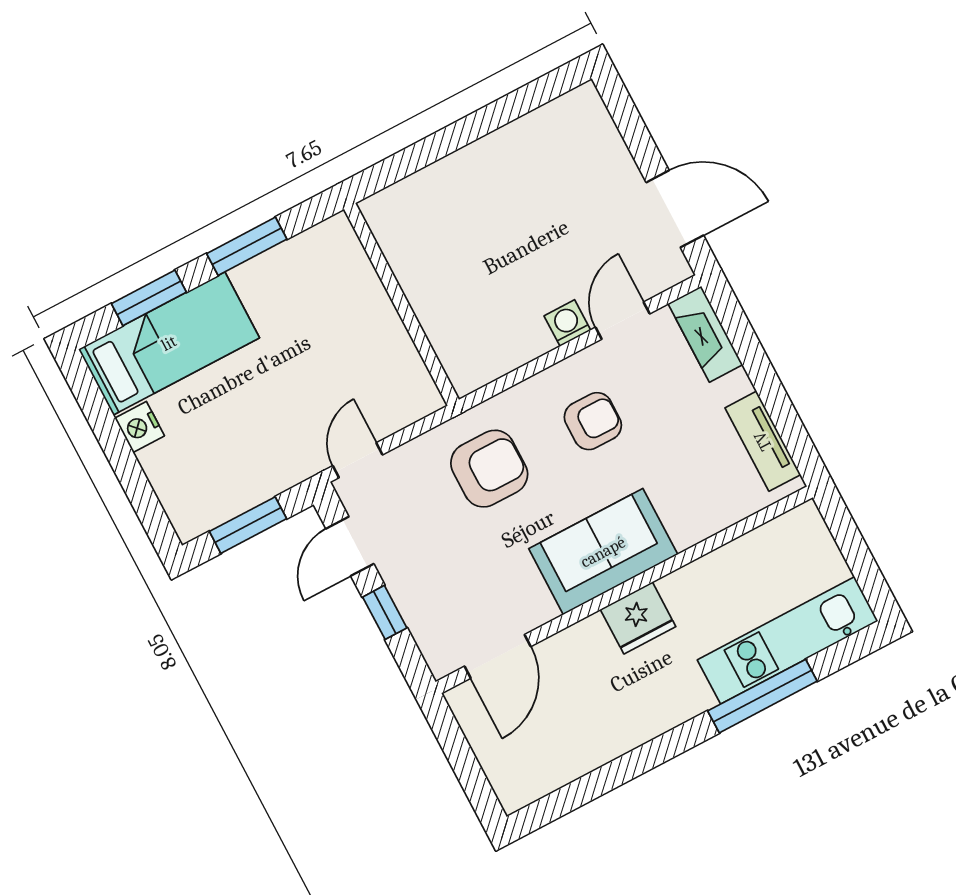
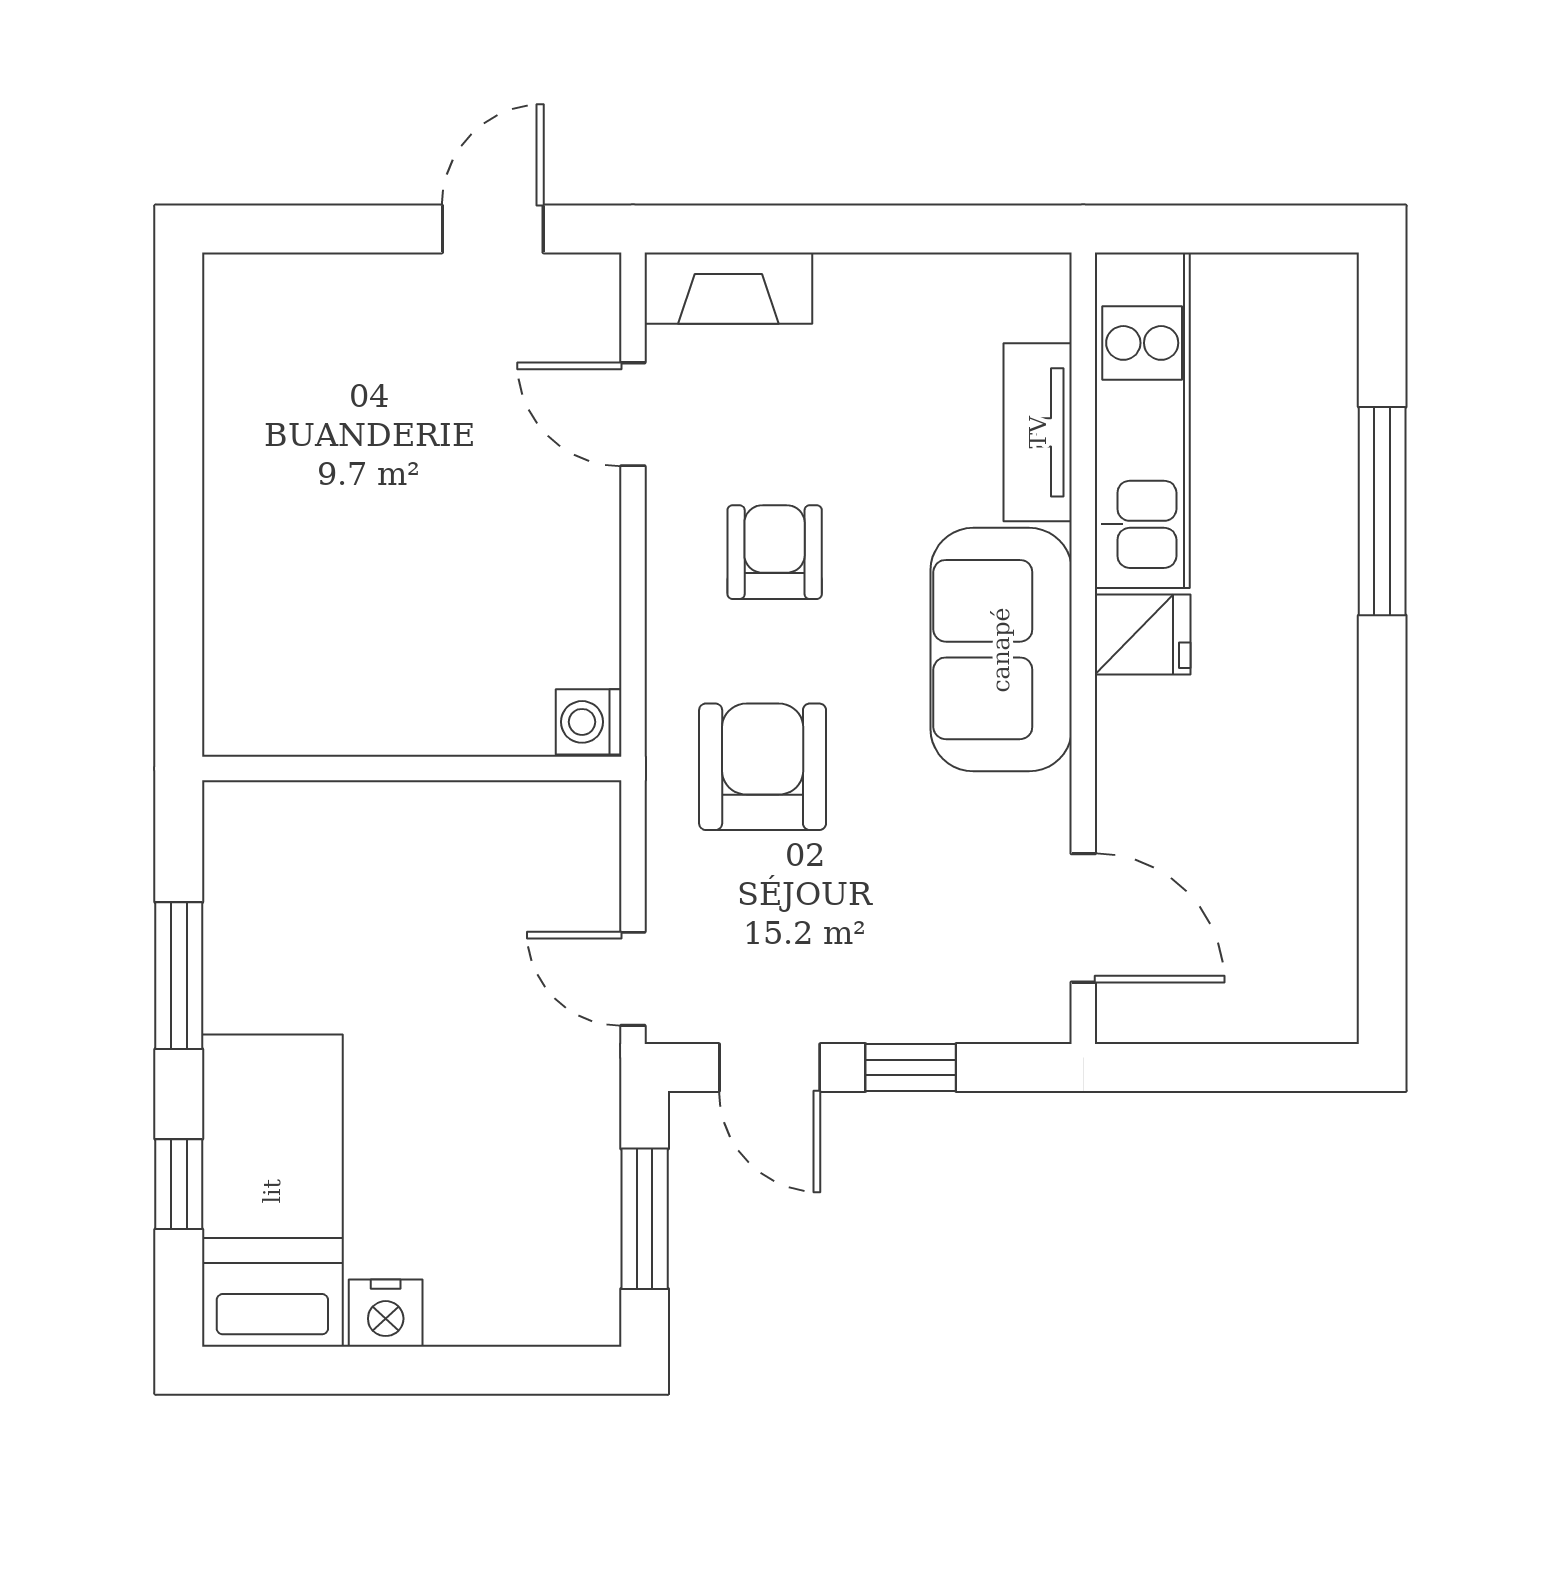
door: (675, 209) -> (493, 229), width x0.73
window: (149, 298) -> (179, 1184), width x0.67
washing machine: (567, 323) -> (589, 722), moved
tv unit: (763, 441) -> (1038, 432), moved, turned 90
fridge: (638, 618) -> (1143, 634), width x0.72
kitchen unit: (788, 640) -> (1142, 420), moved, turned 180

